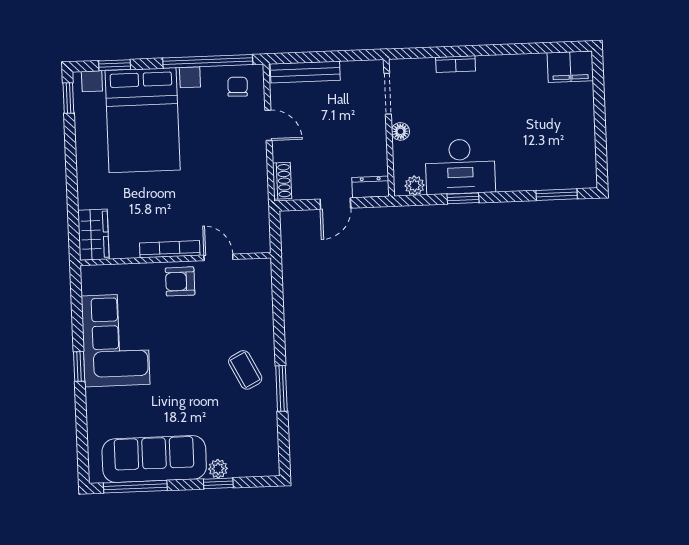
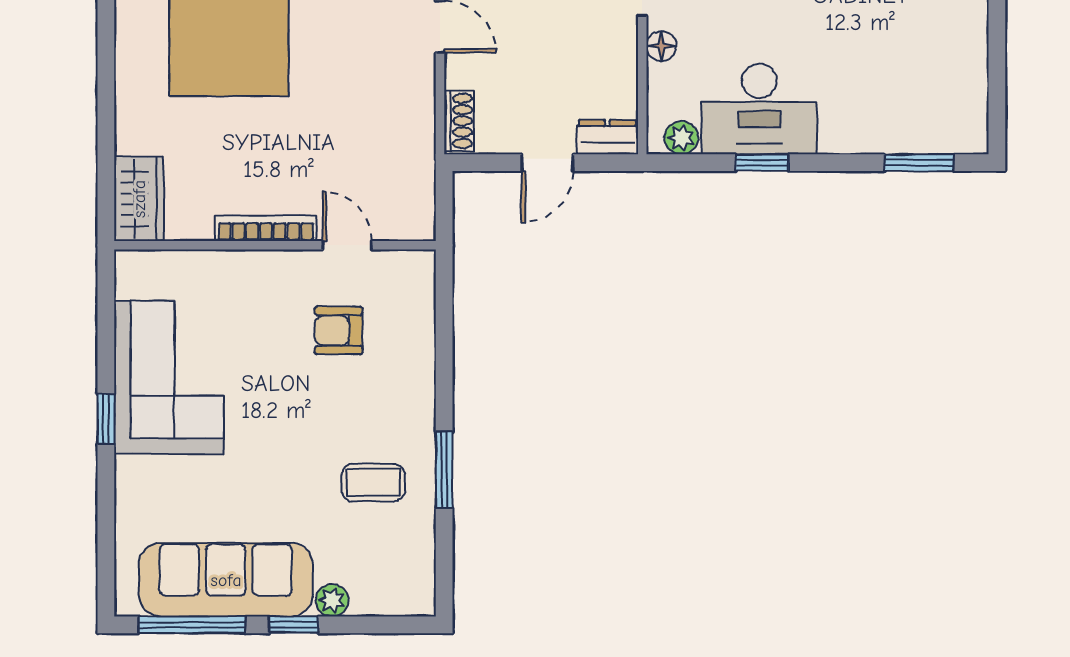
armchair: (180, 281) -> (339, 330), moved
coffee table: (245, 370) -> (373, 483), moved, turned -63
window: (218, 483) -> (294, 625), moved

